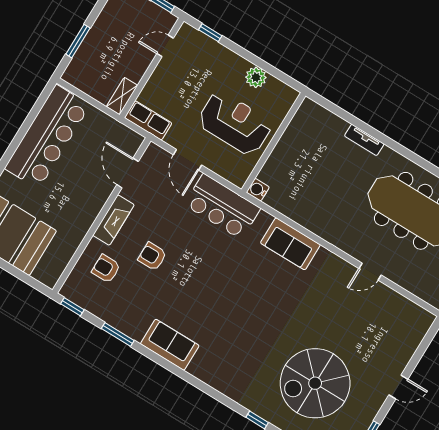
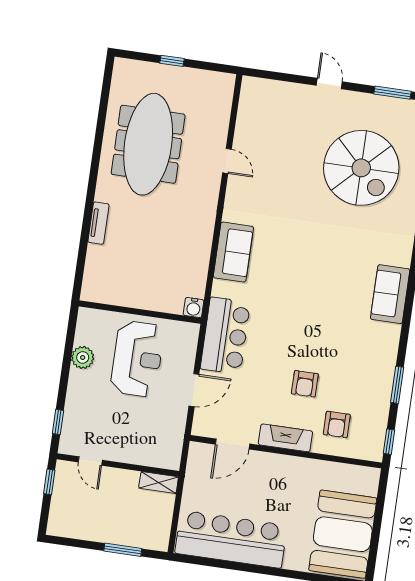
row of seats: (148, 120) -> (172, 446), removed
reception desk: (235, 123) -> (137, 359), turned 180
sofa: (170, 345) -> (390, 294), moved

